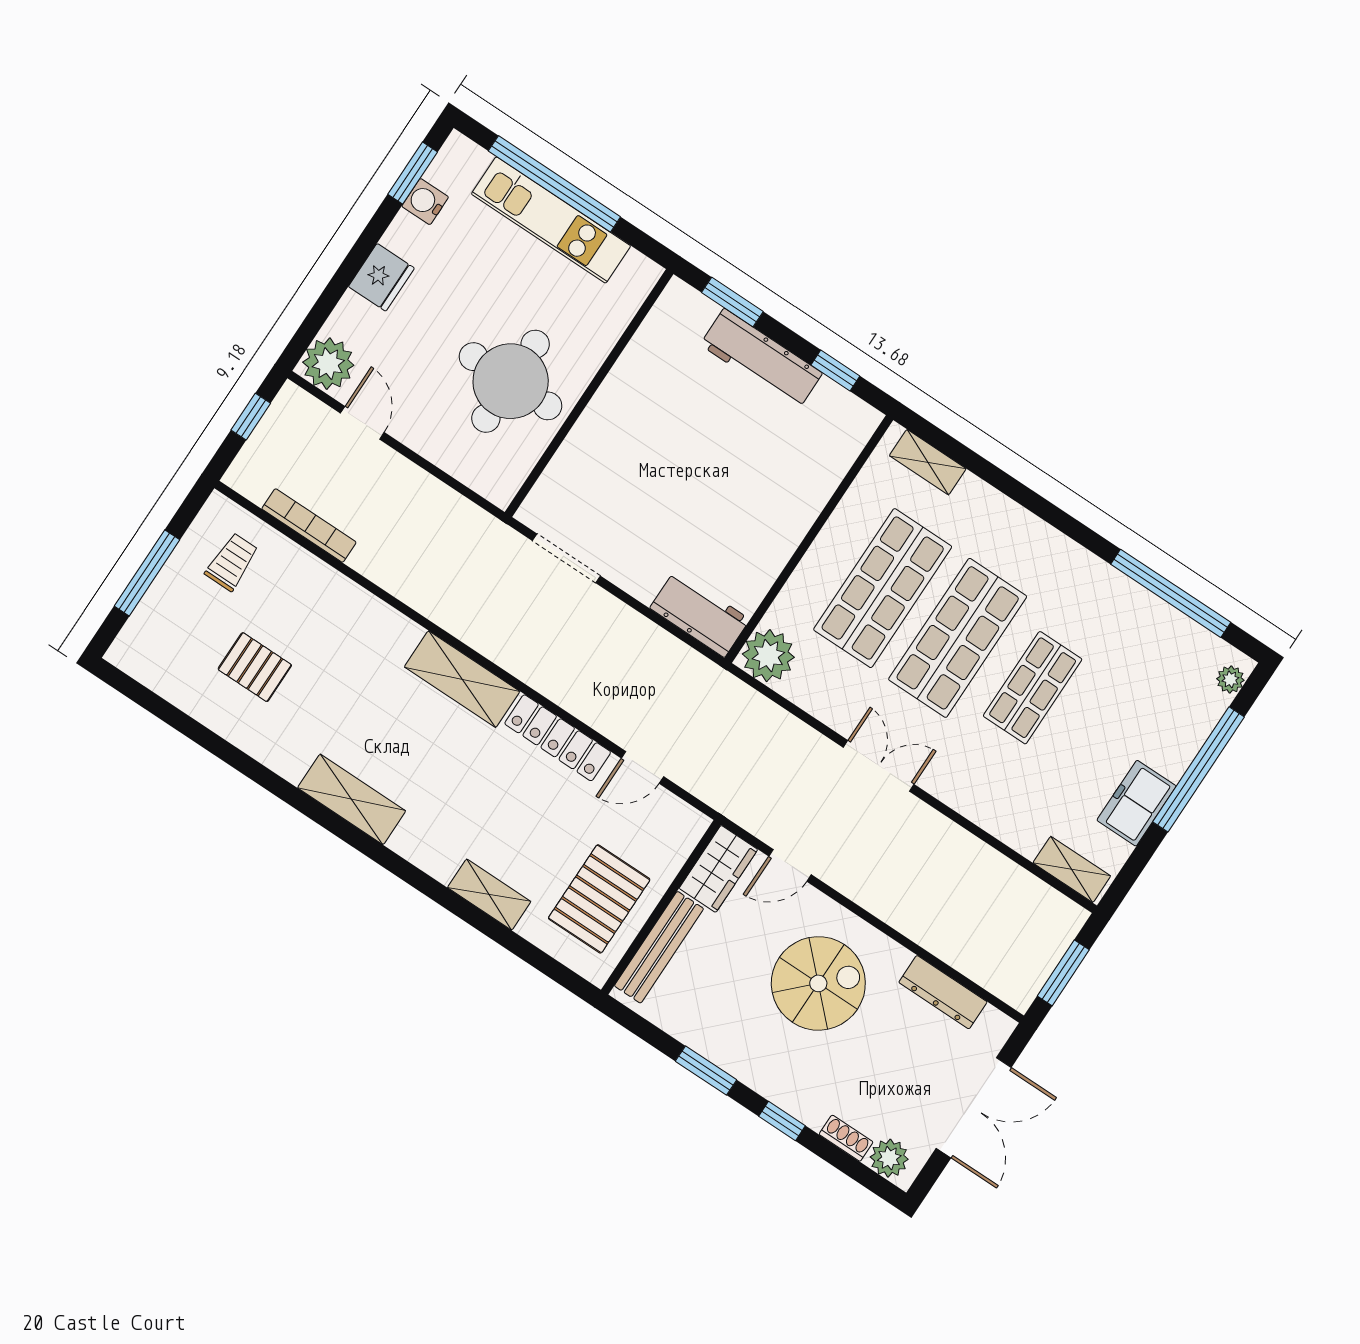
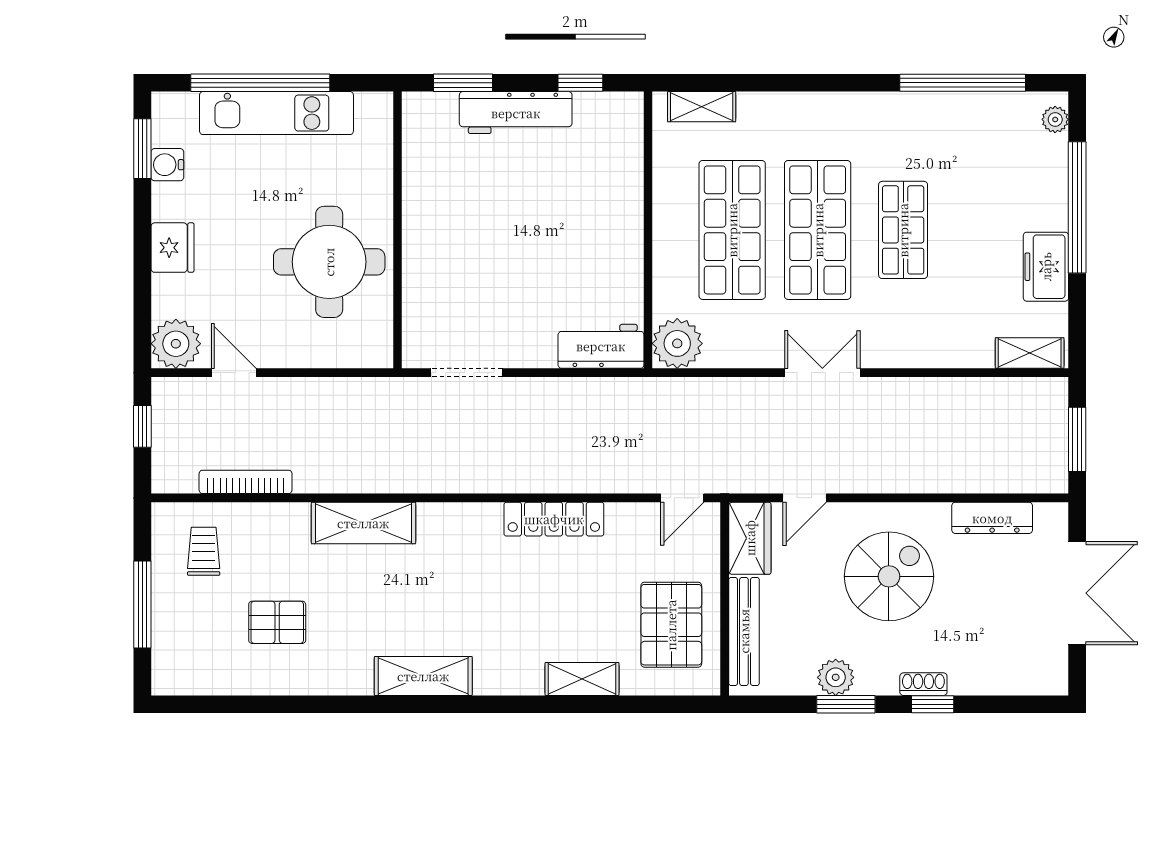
shelving: (462, 679) -> (363, 523), moved
door: (642, 767) -> (682, 498), moved
shoe rack: (846, 1138) -> (923, 684), moved
plant: (889, 1158) -> (836, 677), moved

